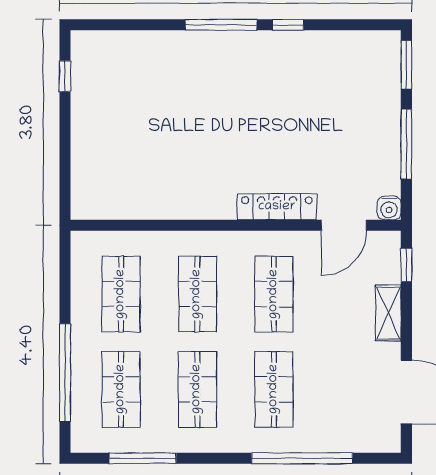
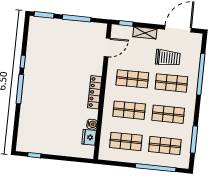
fridge: (122, 204) -> (89, 137), added
locker: (277, 207) -> (95, 92), moved
water cooler: (389, 208) -> (92, 124), moved
door: (344, 225) -> (107, 47), hinge flipped
trolley: (334, 375) -> (168, 58), added

